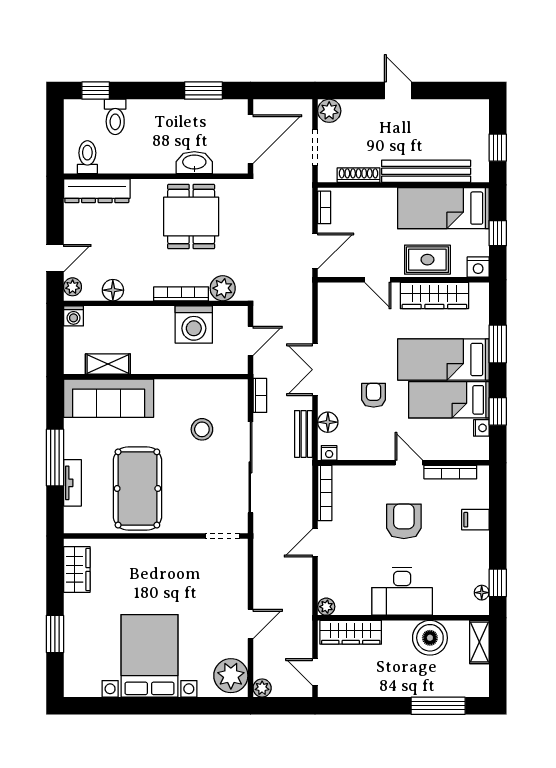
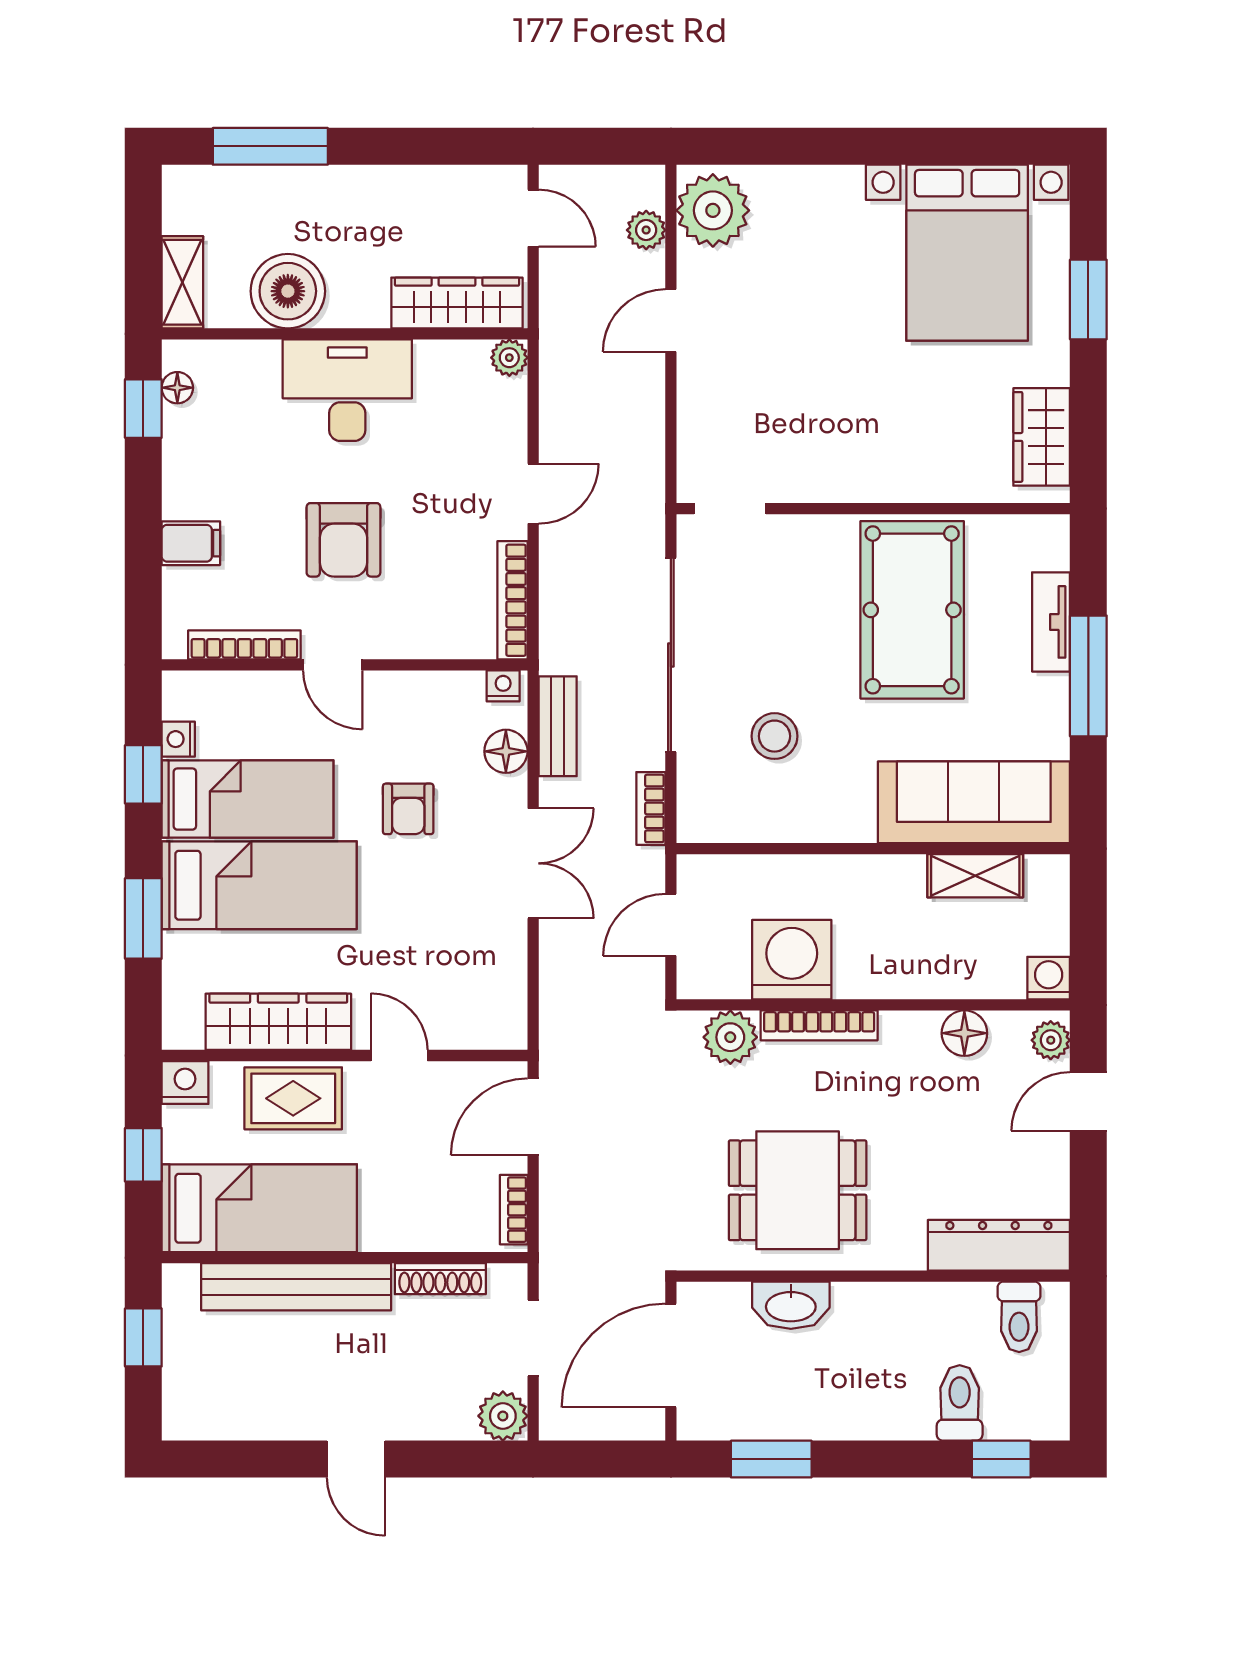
dining table: (191, 217) -> (798, 1190), turned 90
bed with nightstands: (149, 656) -> (967, 253), moved
plant: (262, 688) -> (646, 230), moved

